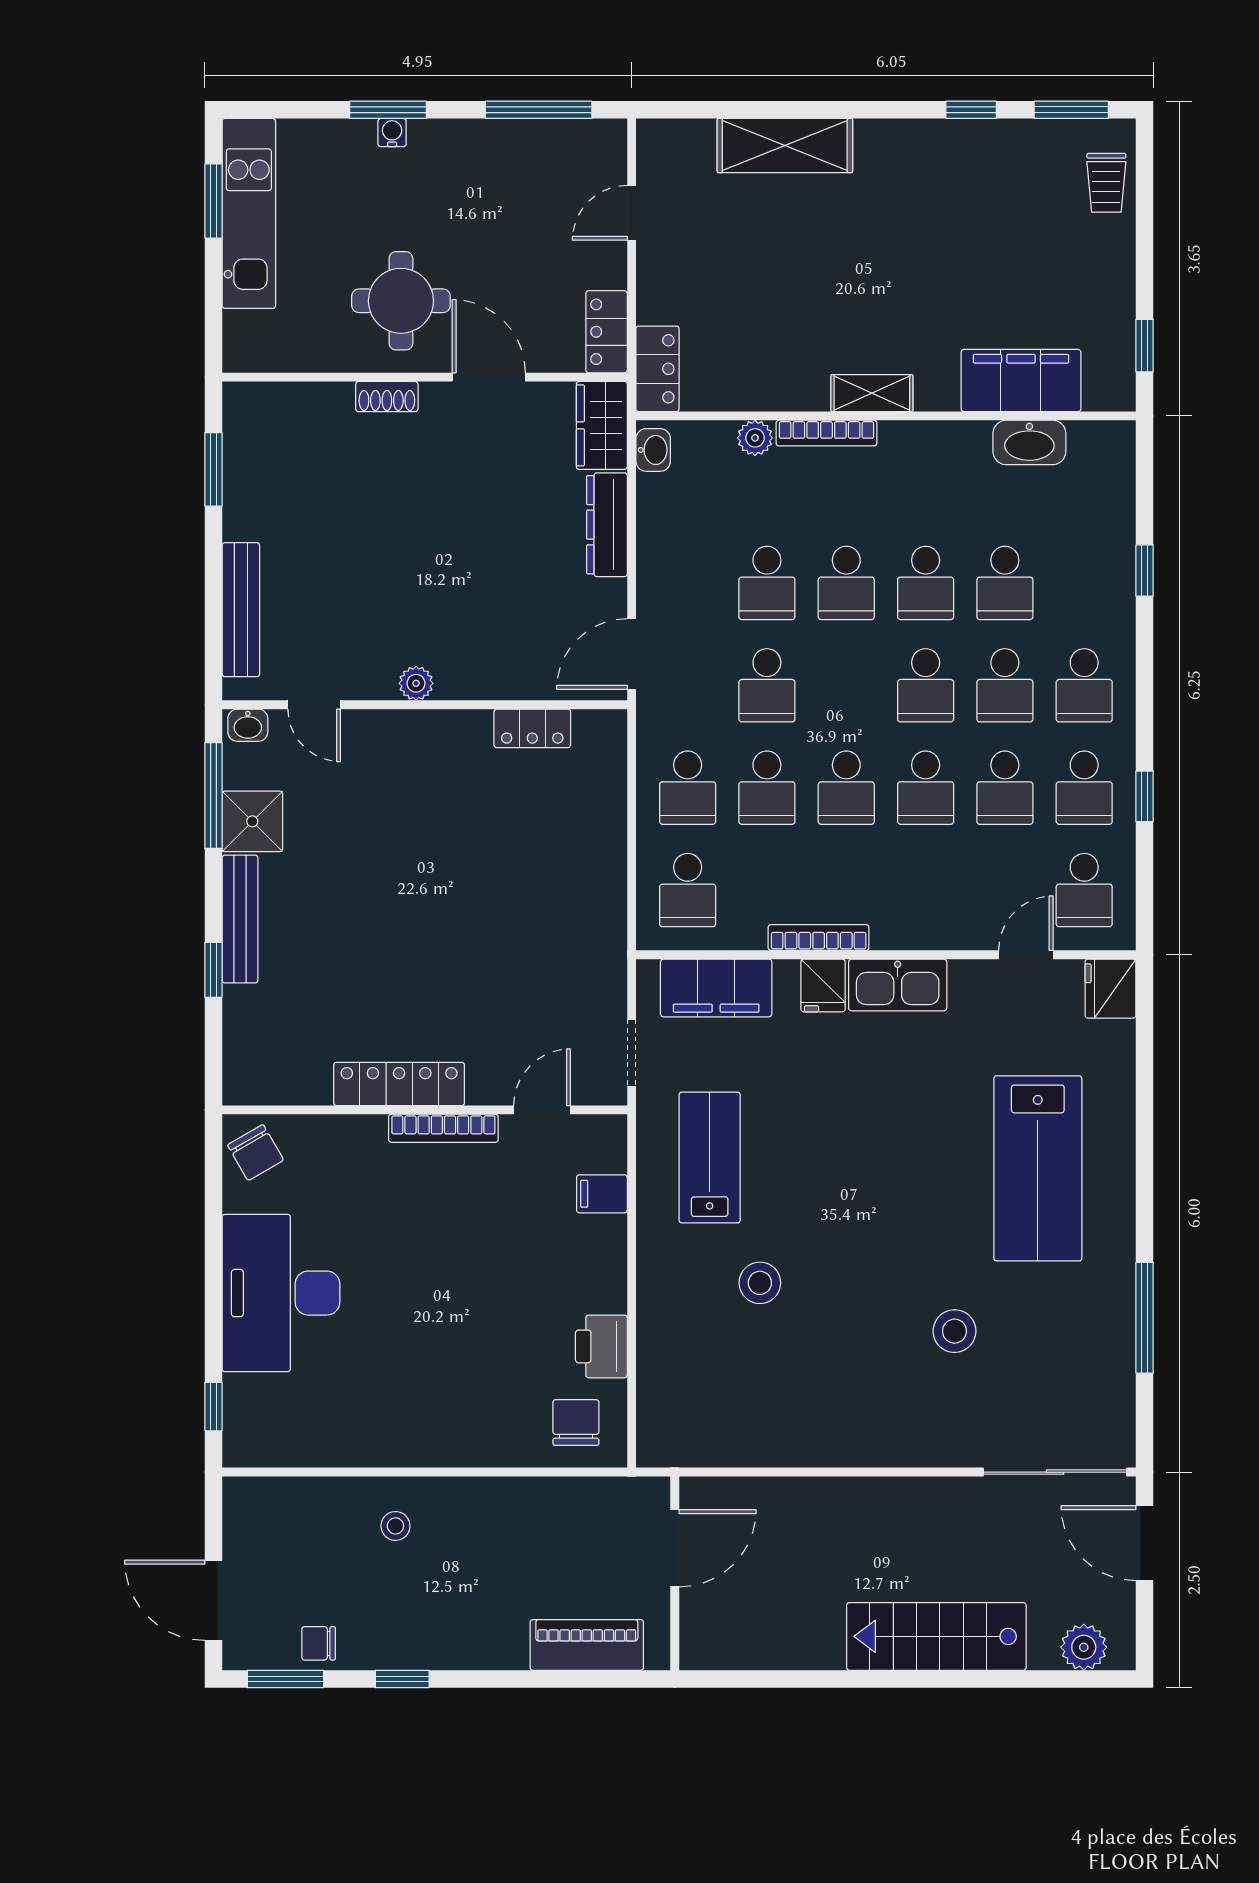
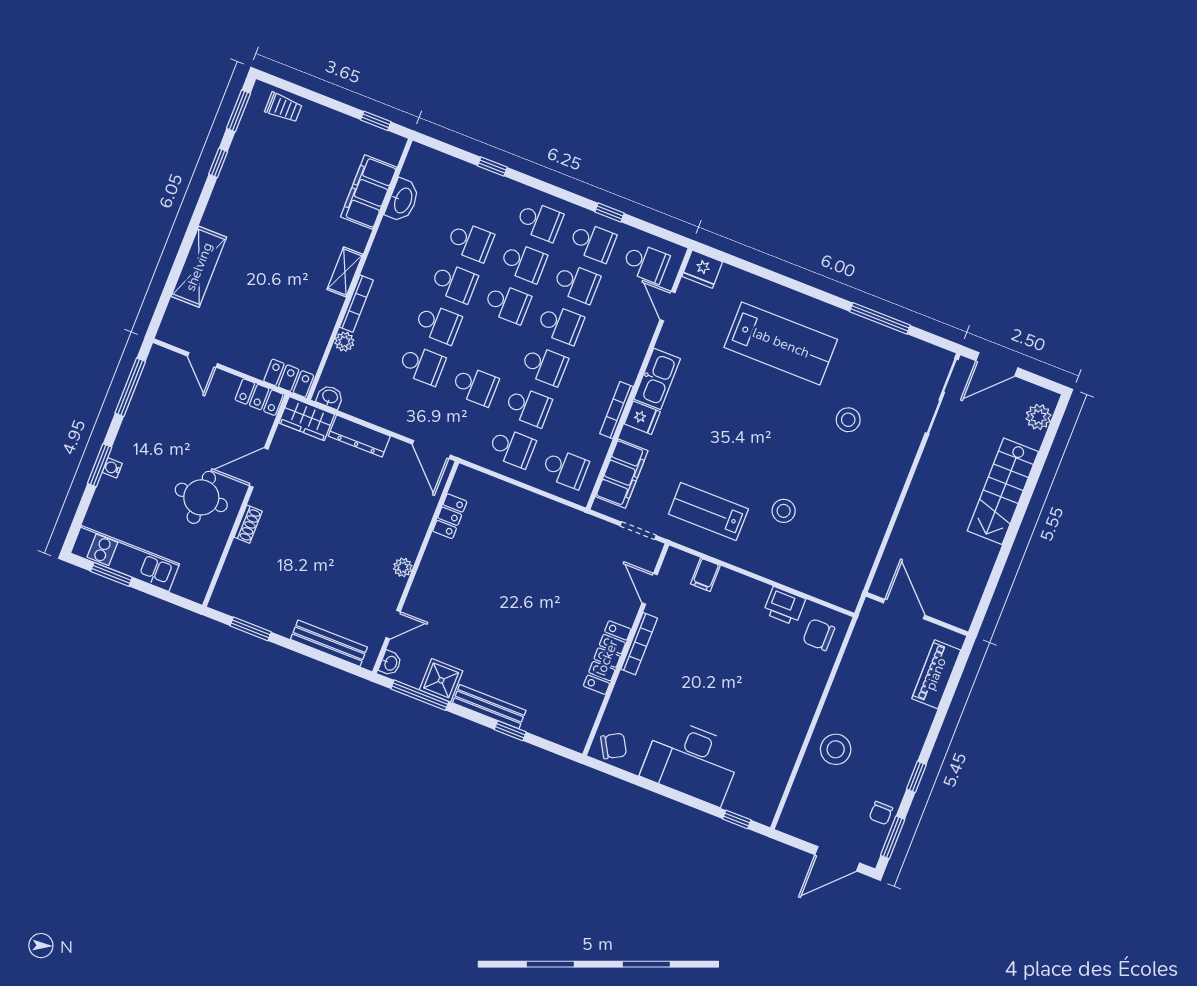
stool: (395, 1526) -> (836, 749), width x1.89, depth x1.89

